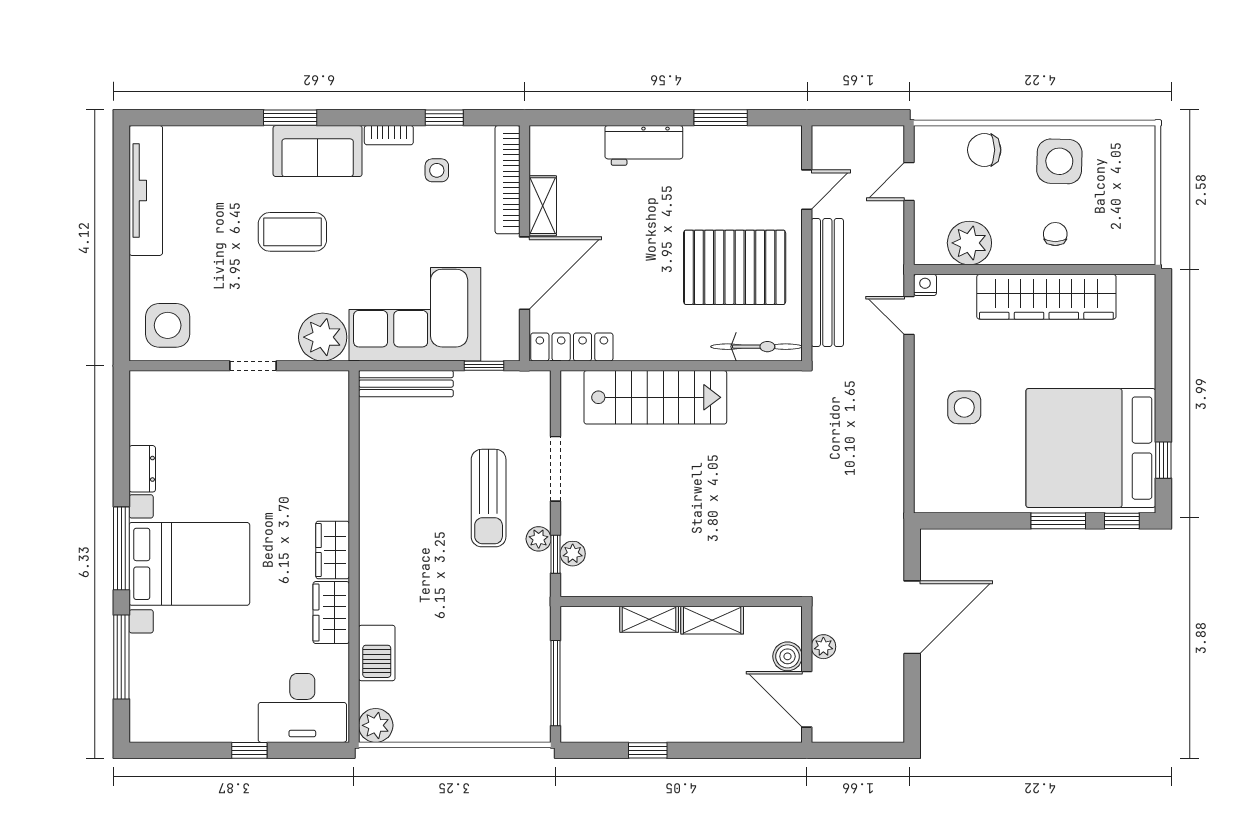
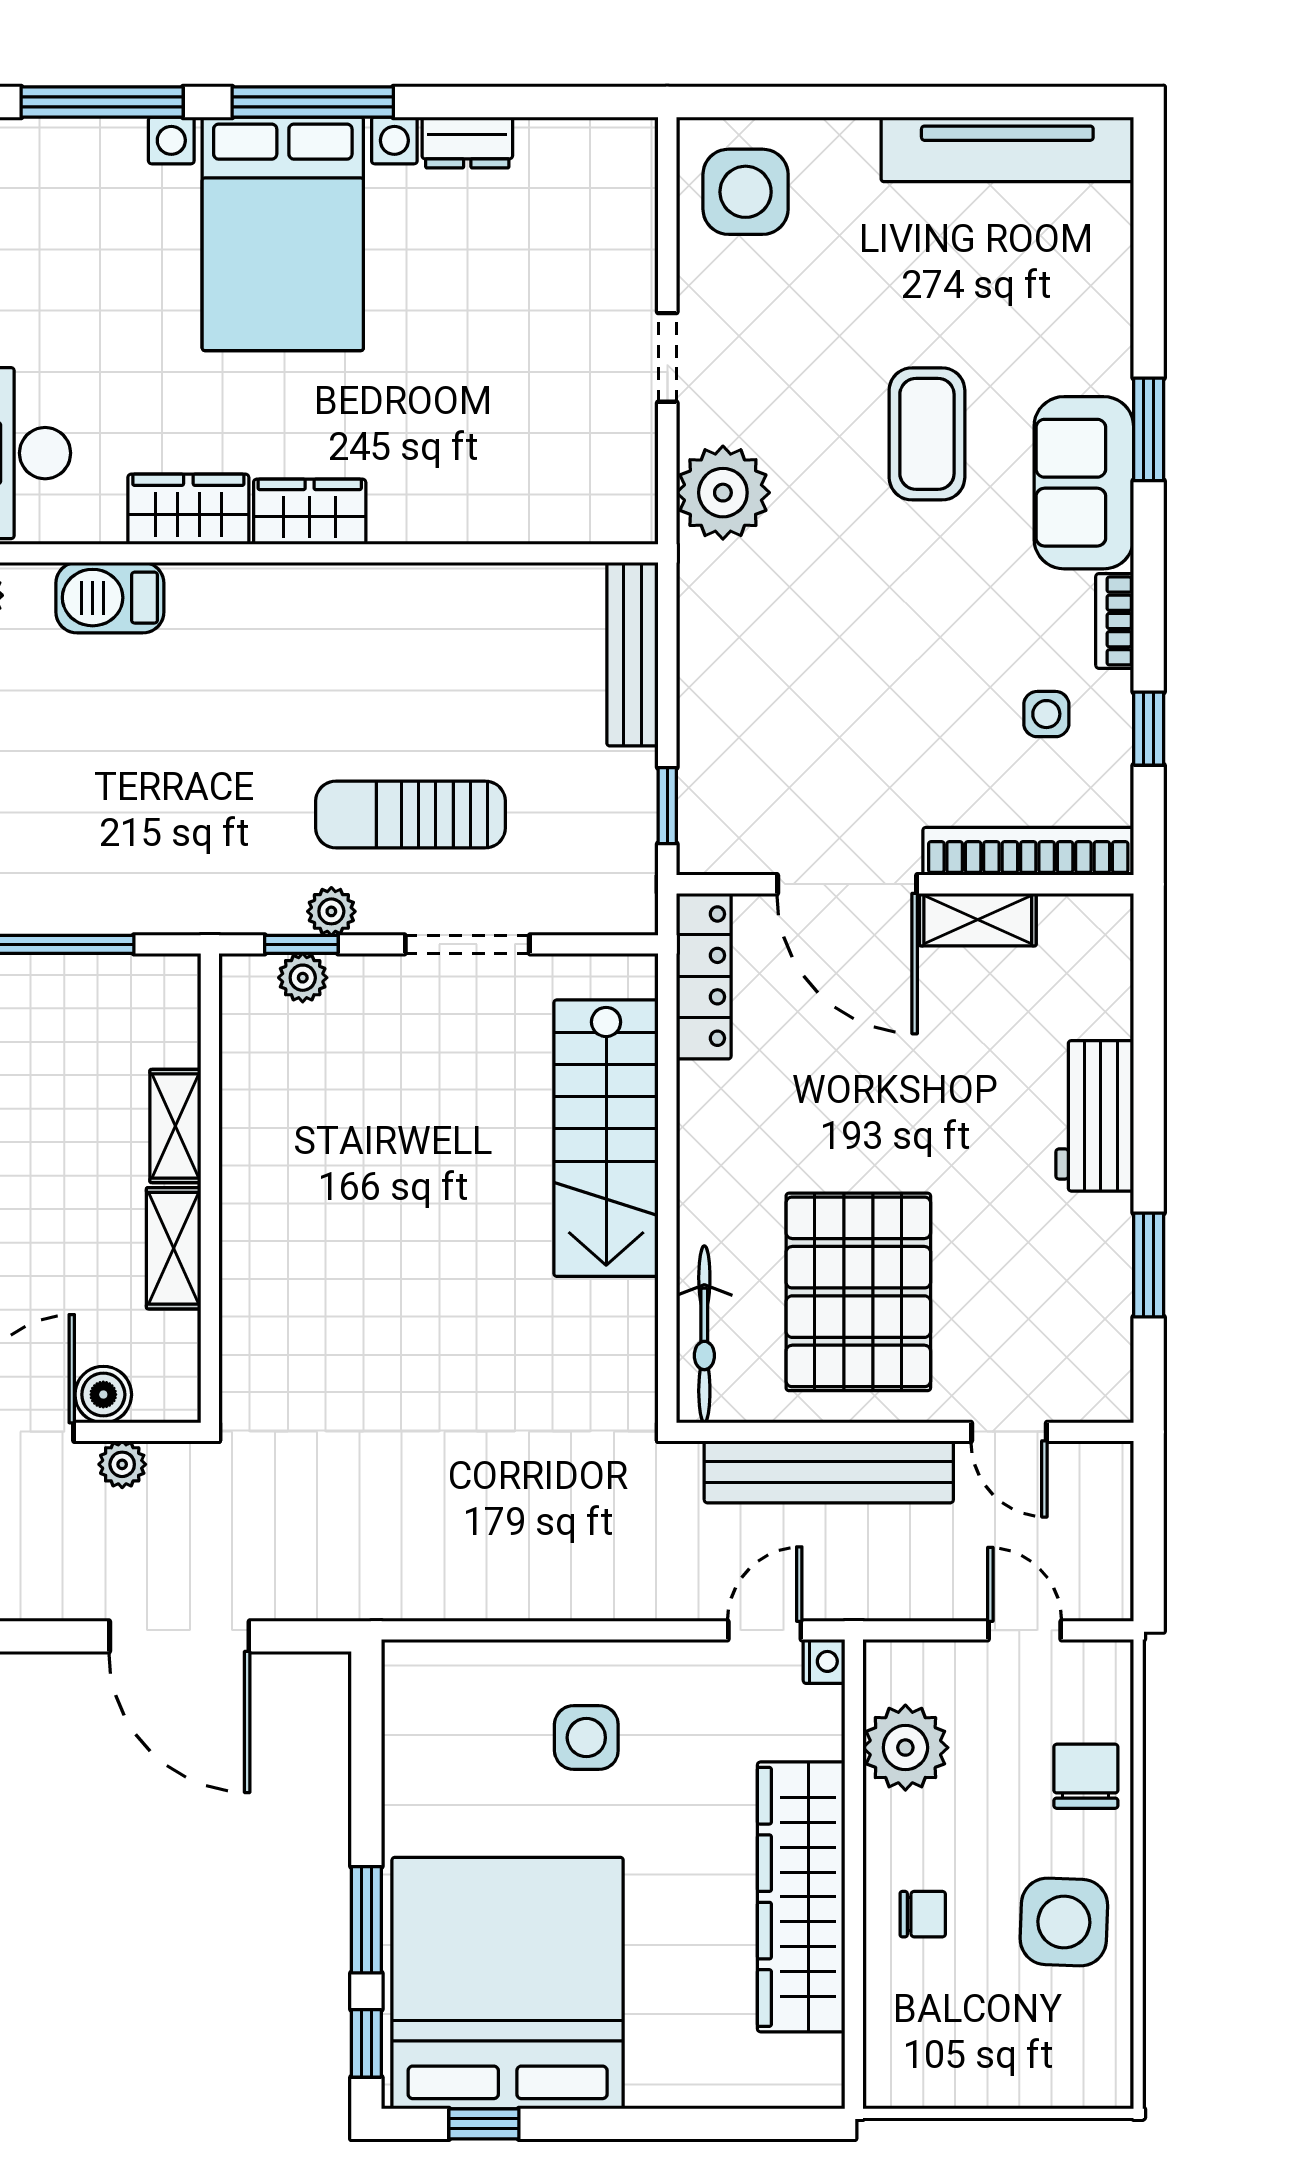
corner sofa: (415, 314) -> (767, 672), removed

